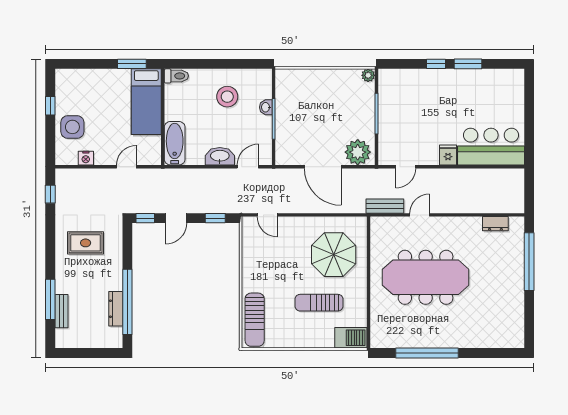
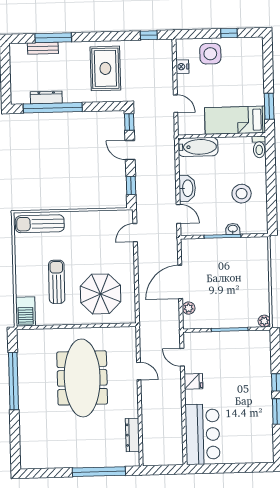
plant: (358, 152) -> (189, 308), width x0.53, depth x0.53
fridge: (448, 155) -> (193, 381), moved
bench: (385, 206) -> (146, 339), removed
dresser: (495, 224) -> (132, 435), width x1.44
rug: (86, 243) -> (105, 68), width x1.36, depth x1.43

